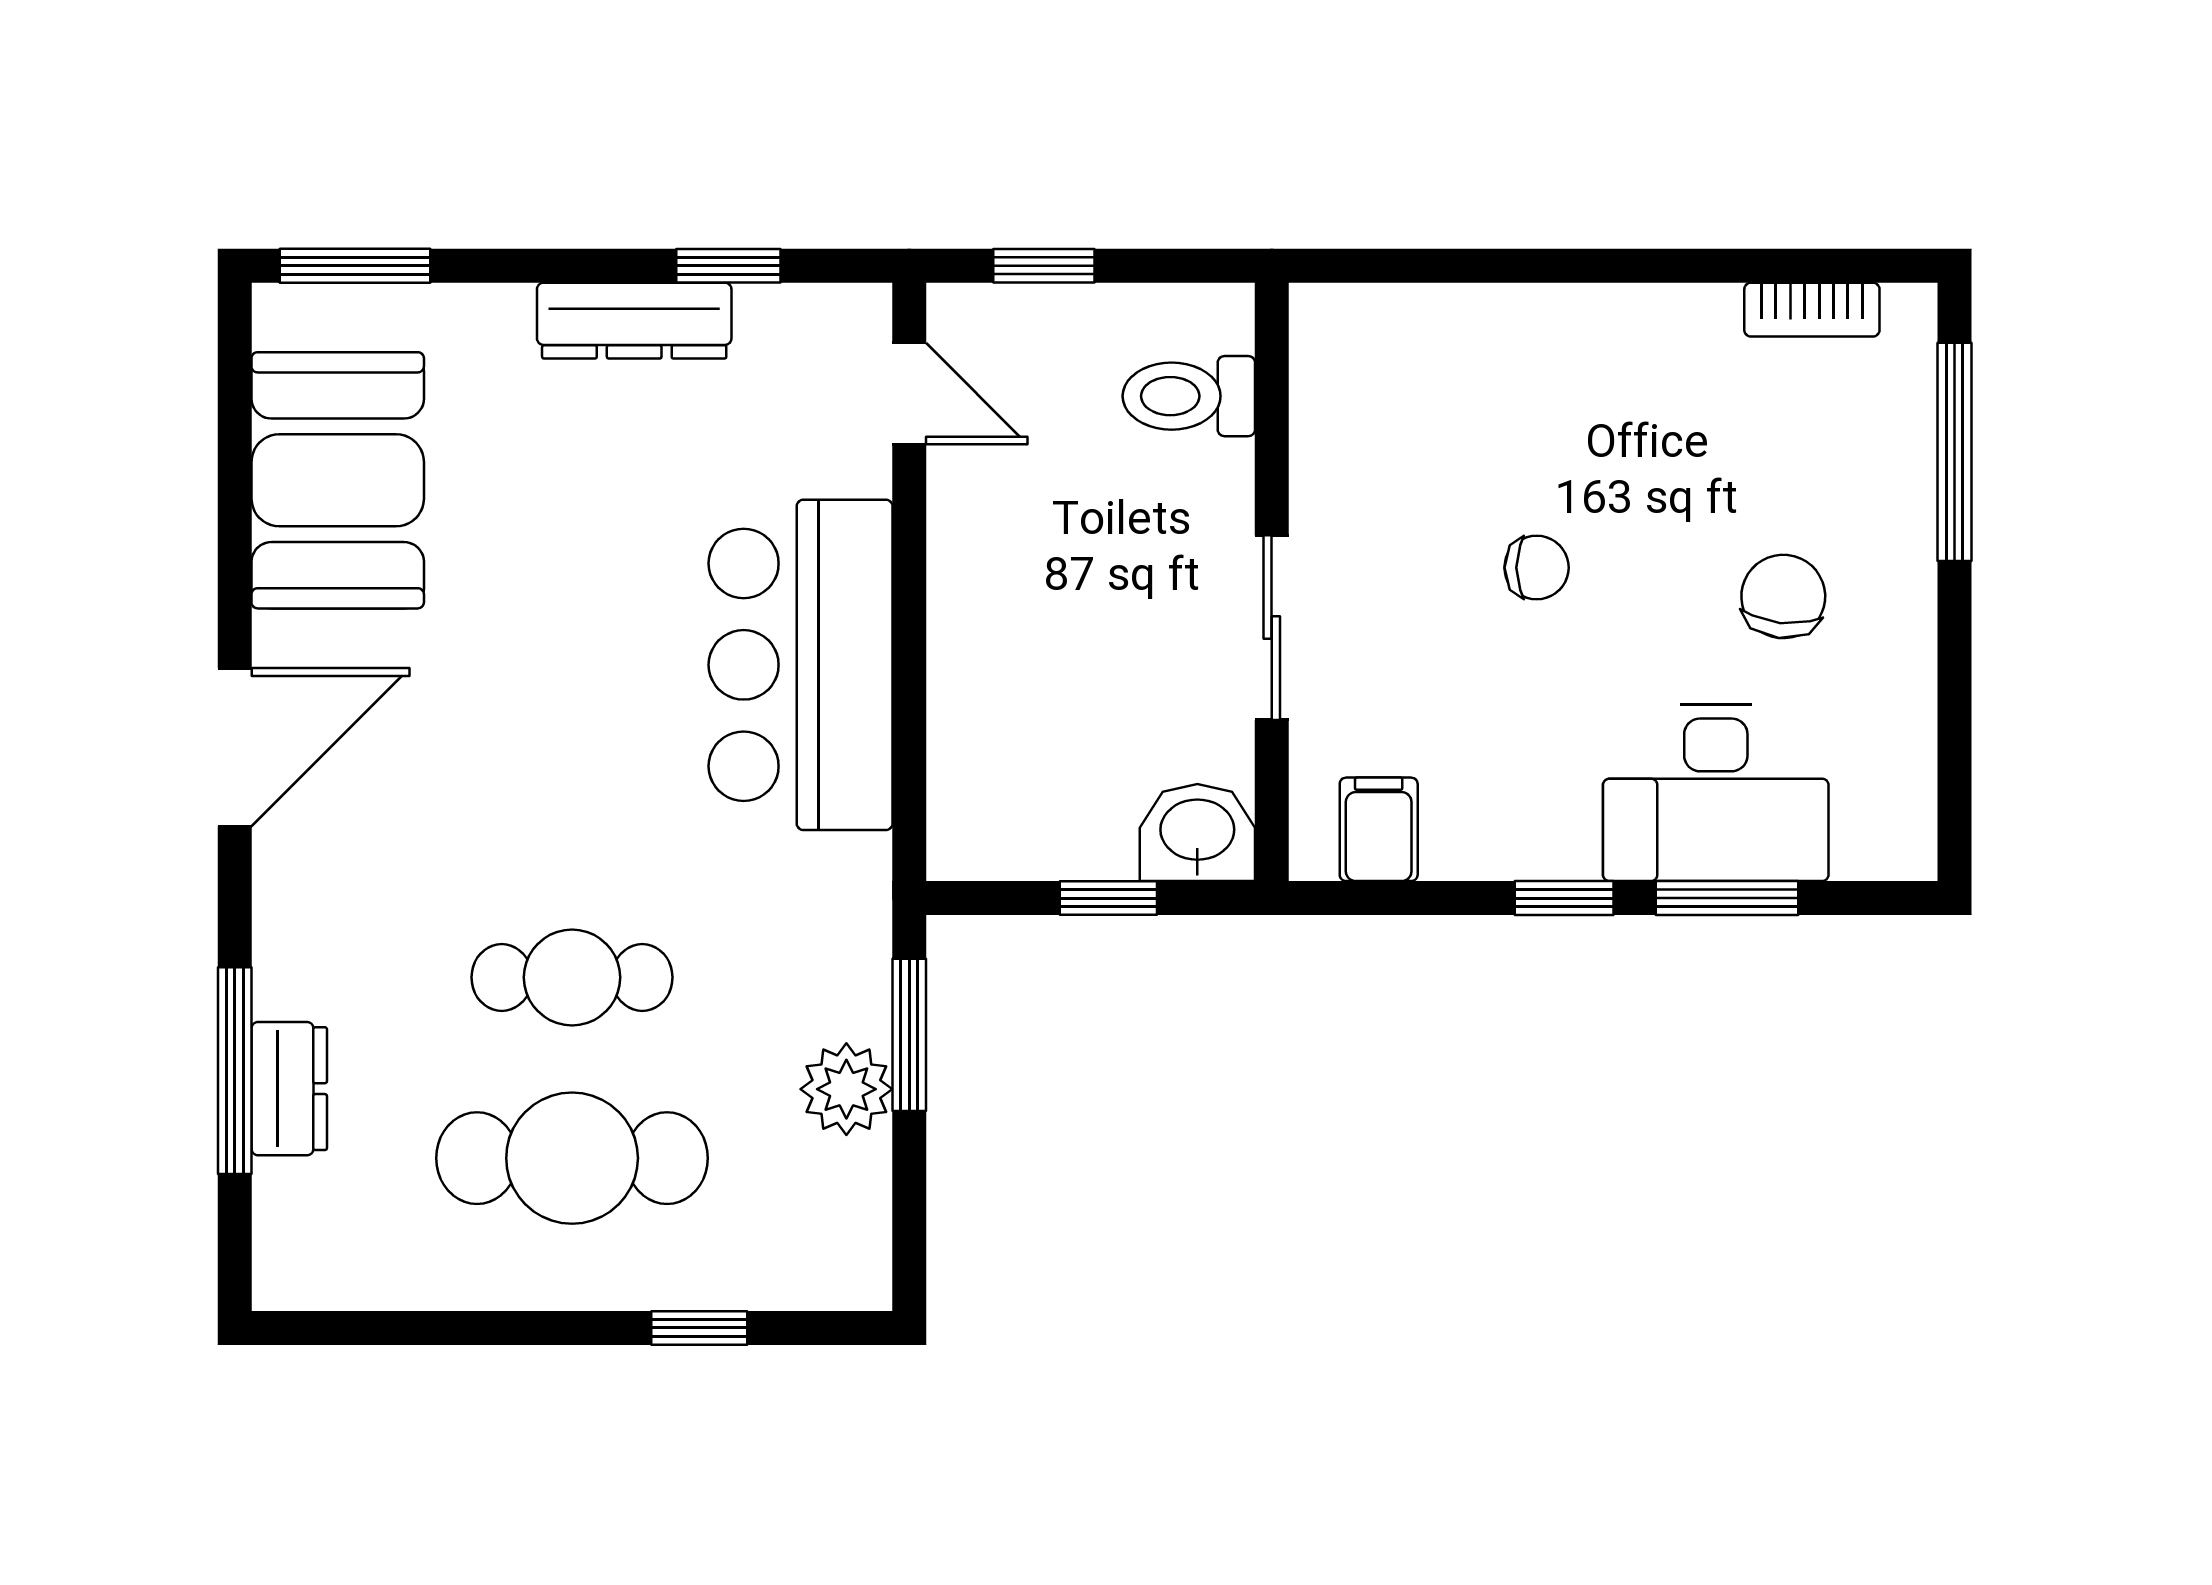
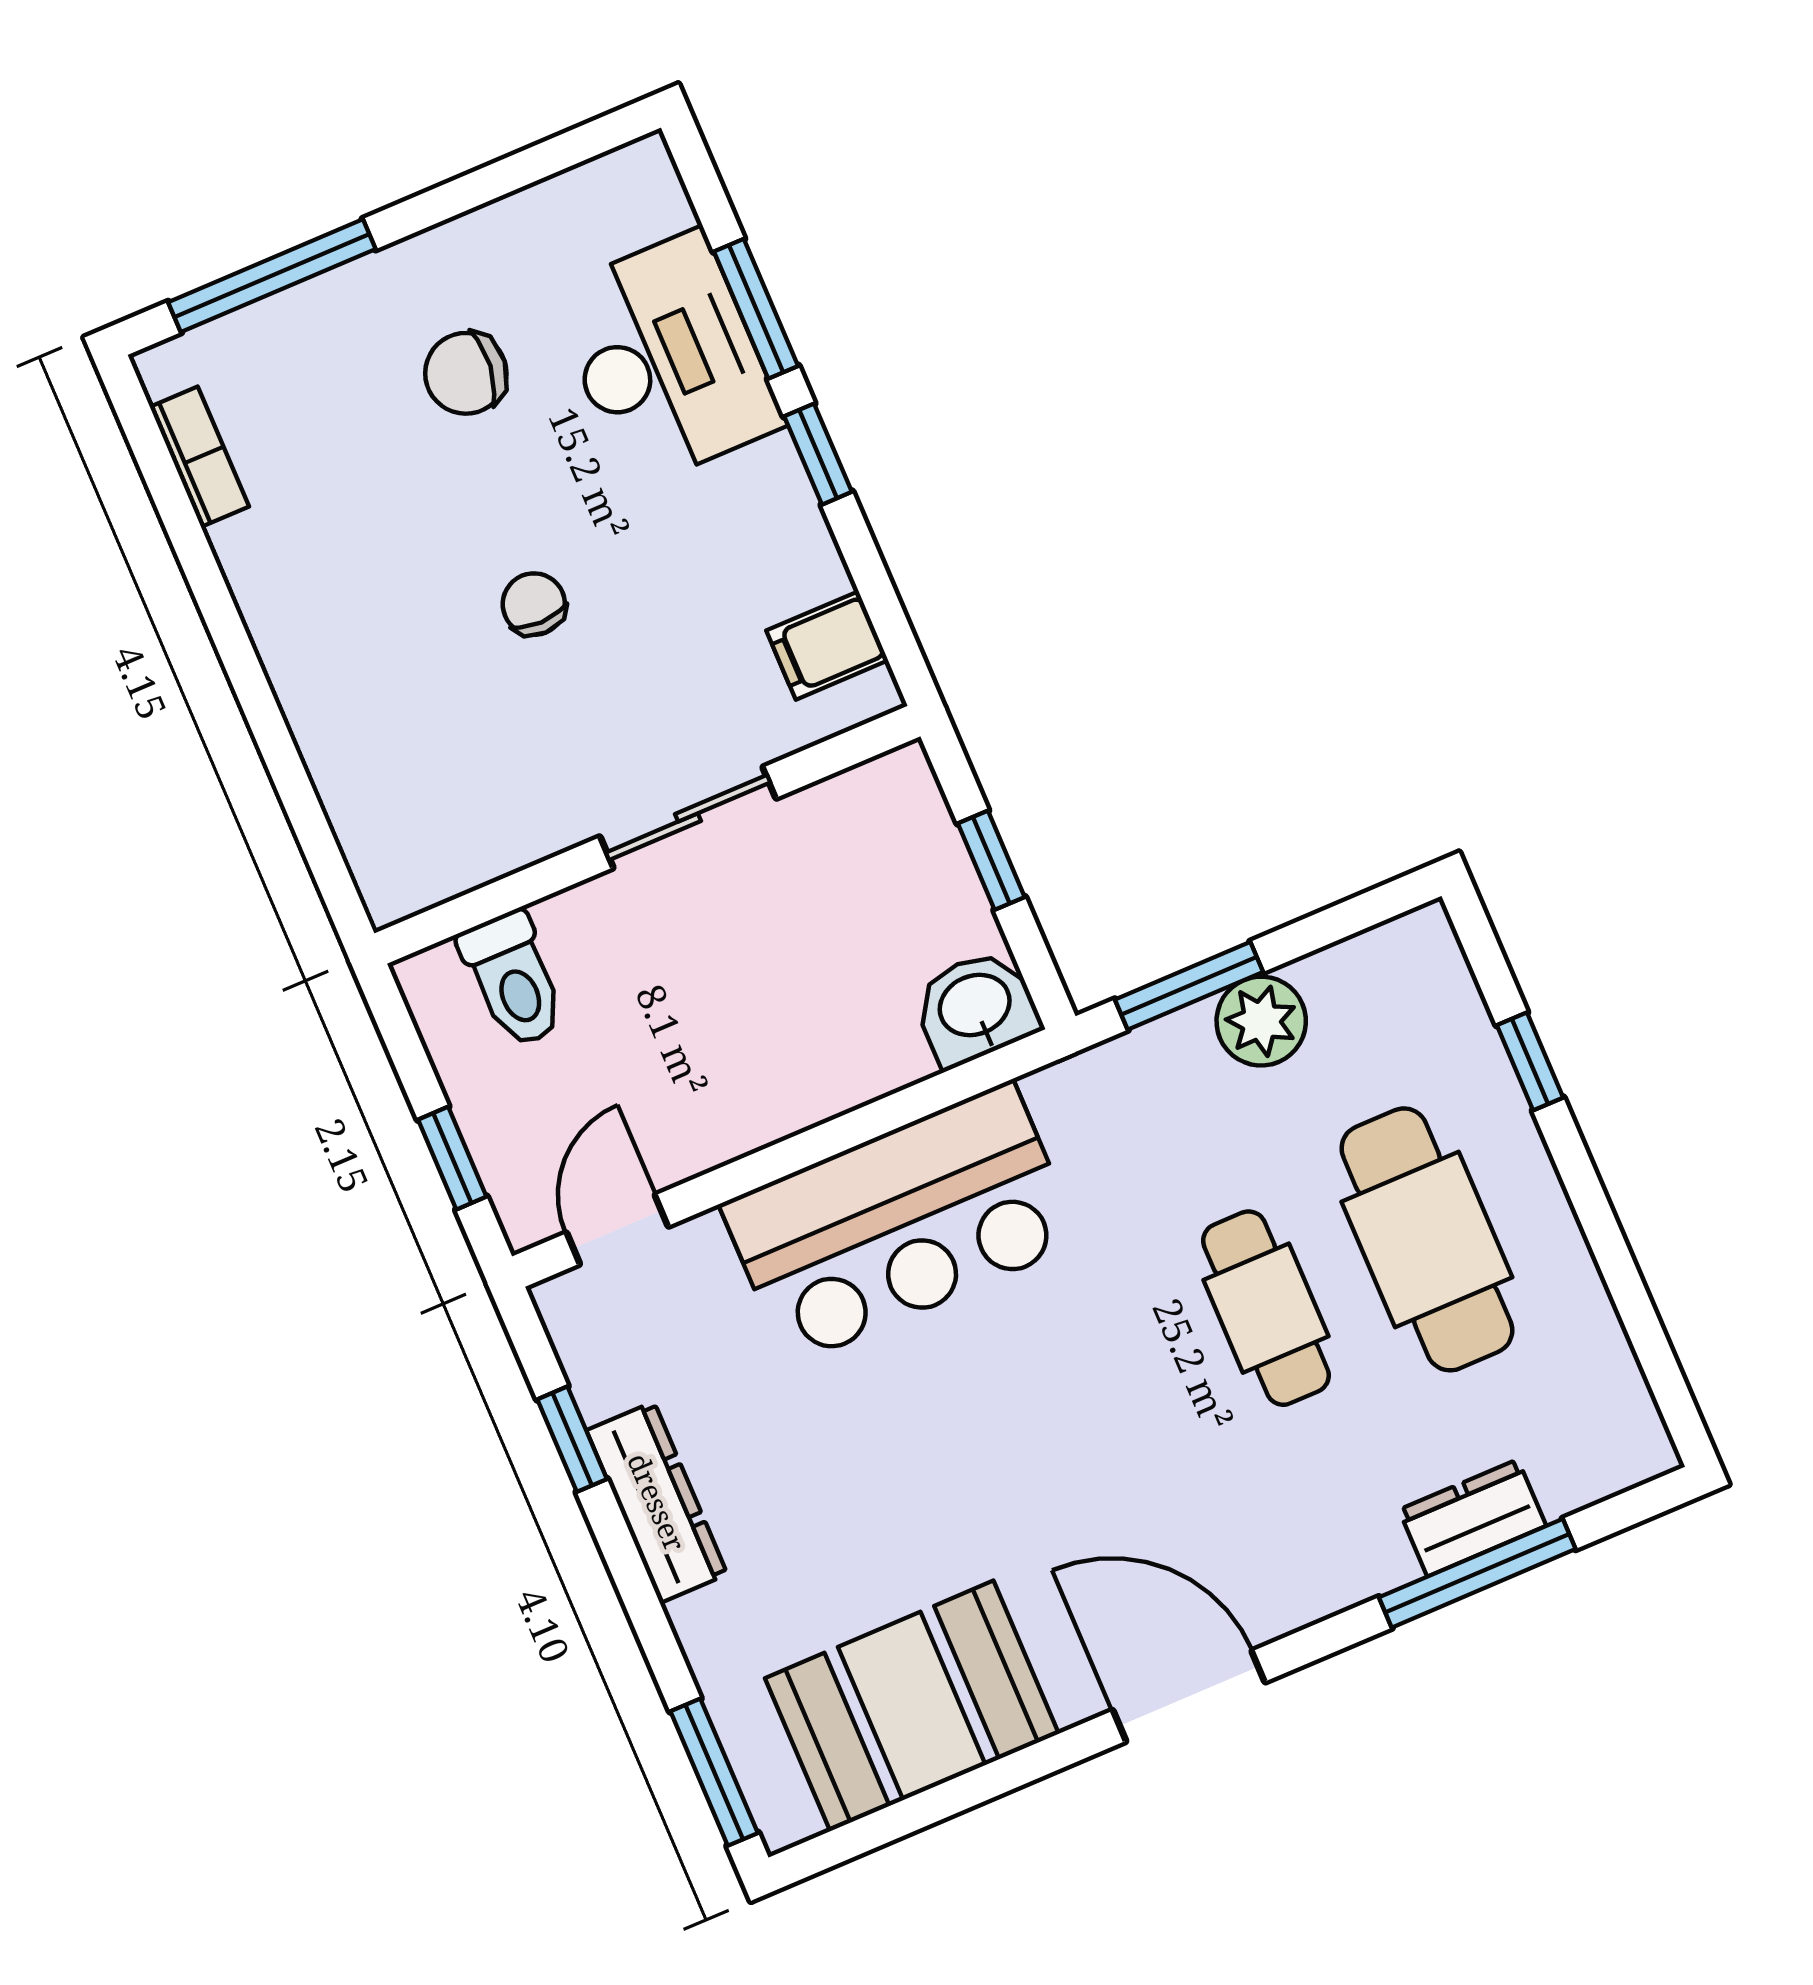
washbasin: (1197, 833) -> (976, 1008), moved, turned 90

